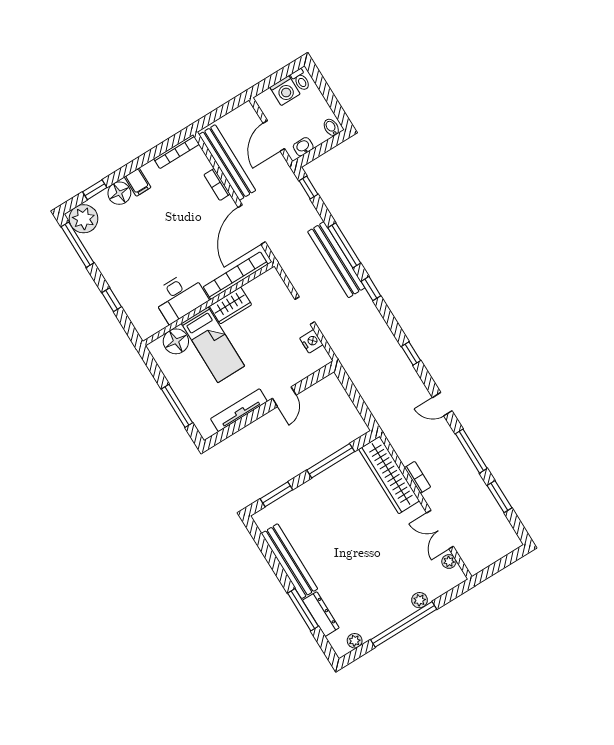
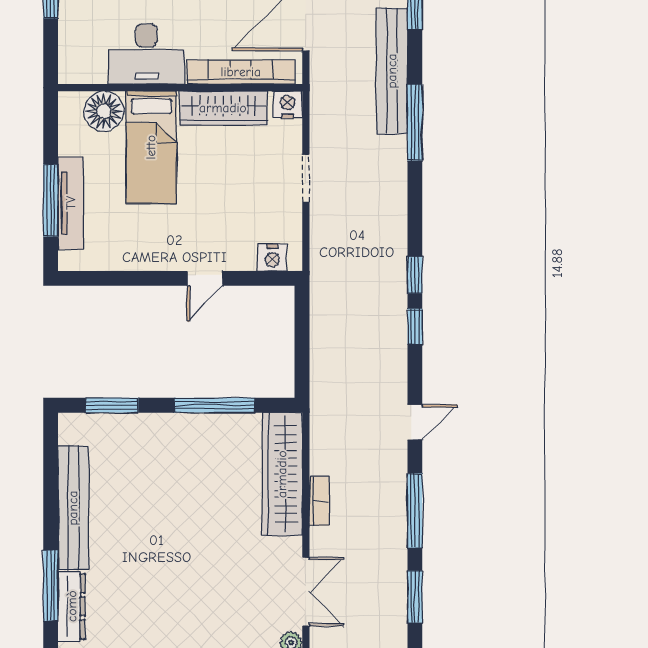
bench: (336, 260) -> (392, 71), moved
nightstand: (271, 278) -> (288, 105), added
window: (371, 289) -> (415, 275), moved
wardrobe: (230, 305) -> (223, 108), width x1.50
nightstand: (311, 341) -> (272, 258), moved, turned 90
door: (442, 404) -> (415, 422), swing flipped
tv unit: (239, 410) -> (71, 203), moved, turned 90
double door: (440, 530) -> (306, 592), swing flipped

